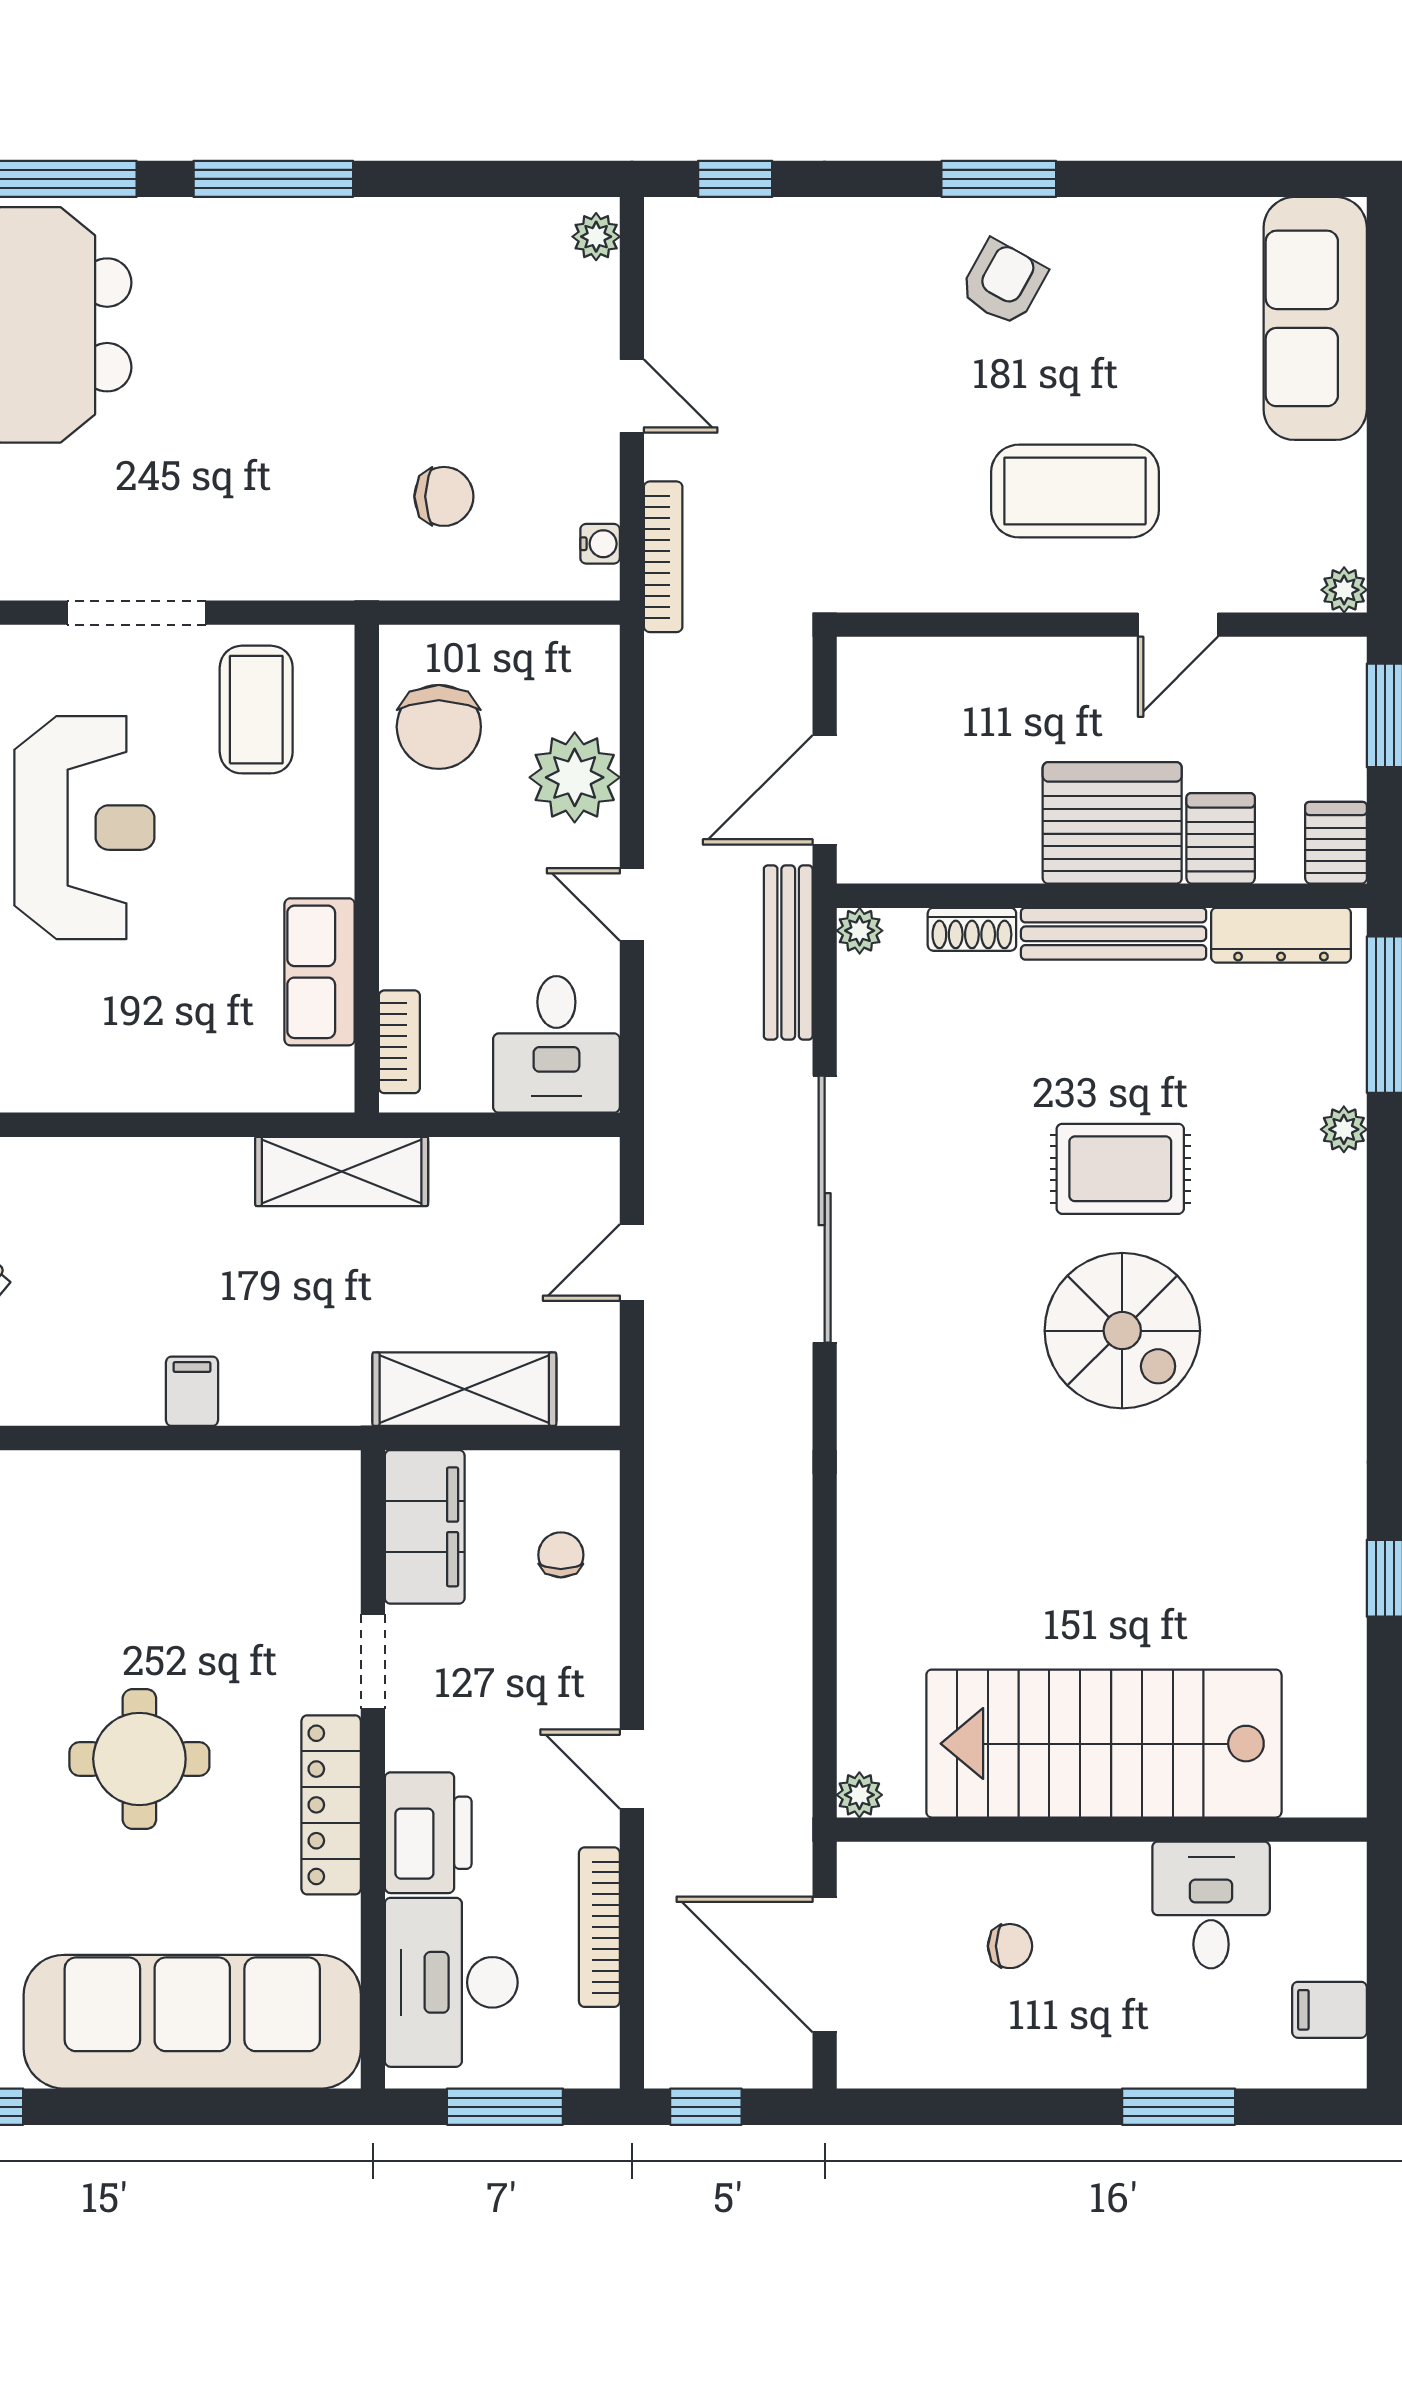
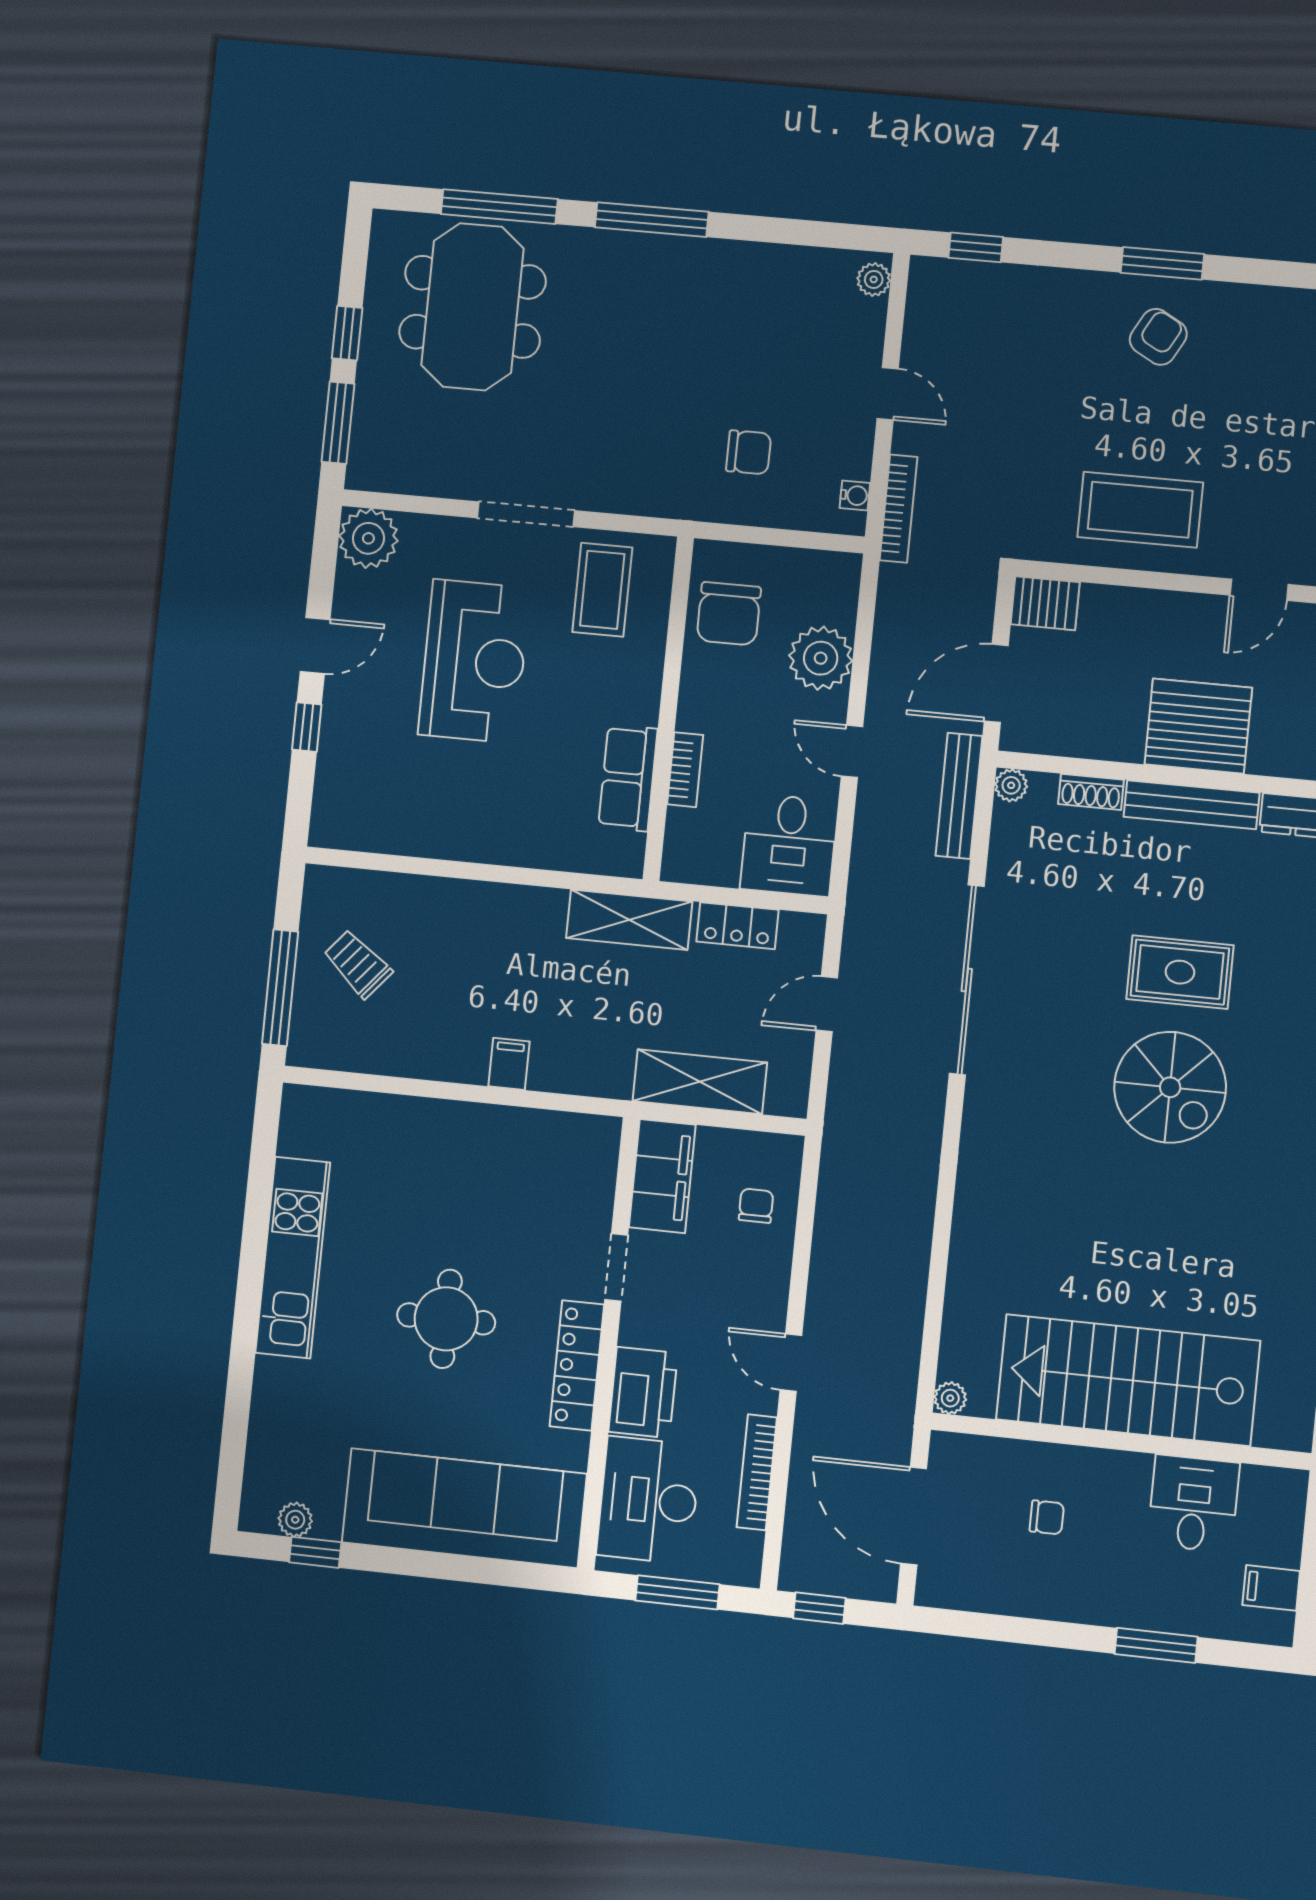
coffee table: (1075, 491) -> (1140, 510), moved
server rack: (1221, 838) -> (1045, 603), moved, turned 90
bookcase: (399, 1042) -> (685, 770), moved
locker: (495, 1165) -> (737, 926), added

